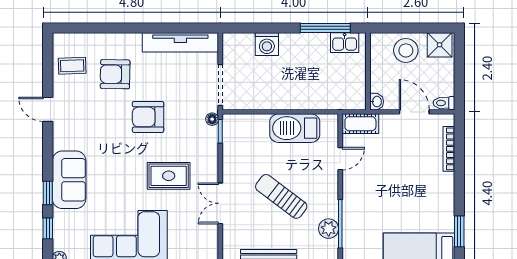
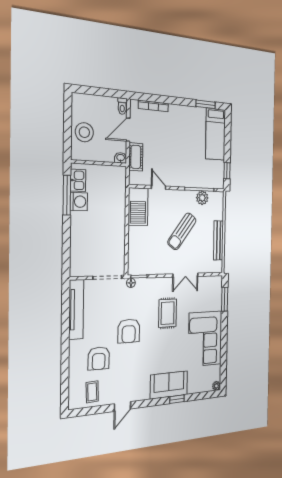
washing machine: (267, 44) -> (79, 202), moved
shower: (440, 45) -> (80, 105), removed
cot: (360, 124) -> (136, 157), moved
barbecue: (295, 128) -> (138, 207), moved
window: (48, 228) -> (199, 396), removed

